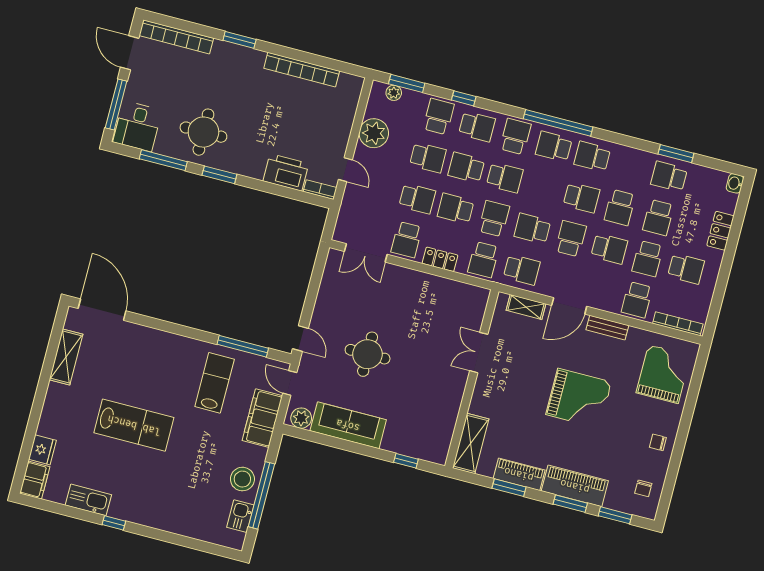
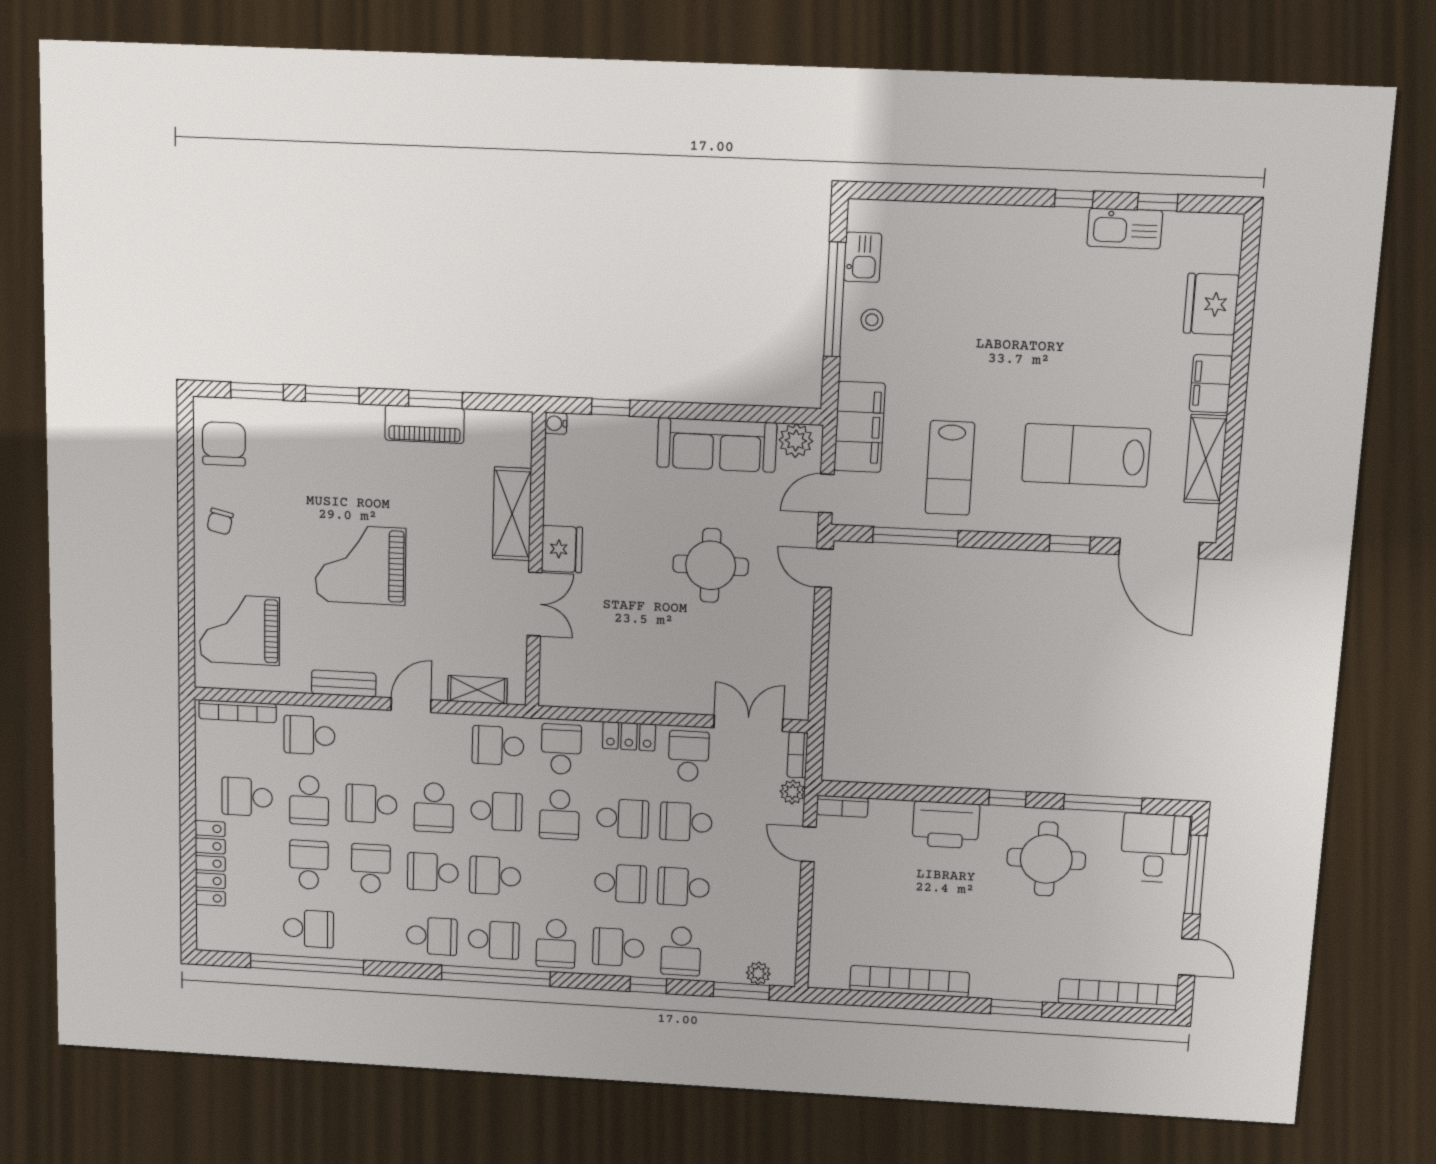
door: (130, 53) -> (1188, 957), width x0.73
plant: (374, 133) -> (793, 792), moved, width x0.53, depth x0.53
window: (676, 154) -> (307, 964), width x2.11
printer: (286, 172) -> (946, 825), moved
window: (219, 175) -> (1008, 798), width x0.67
school desk: (505, 178) -> (495, 876), moved
washbasin: (735, 183) -> (207, 937), removed
bookcase: (340, 227) -> (798, 755), added
locker: (720, 231) -> (210, 863), width x1.53
school desk: (648, 259) -> (309, 800), turned 180
school desk: (637, 300) -> (309, 735), turned -90
door: (569, 306) -> (411, 705), width x0.73
window: (153, 323) -> (1070, 544), added
grand piano: (663, 374) -> (239, 630), turned 90
fridge: (454, 382) -> (562, 549), added
door: (290, 383) -> (826, 493), swing flipped
lab bench: (134, 425) -> (1086, 455), moved
chair: (658, 442) -> (220, 522), turned 103
shelving: (471, 443) -> (512, 514), moved
fridge: (42, 450) -> (1211, 304), width x1.36, depth x1.34
water cooler: (441, 458) -> (556, 423), added
stool: (242, 479) -> (872, 320), width x0.53, depth x0.53
filing cabinet: (35, 480) -> (1211, 384), moved
piano: (575, 486) -> (332, 425), removed
chair: (643, 488) -> (224, 444), width x1.87, depth x1.87
window: (67, 511) -> (1158, 202), added

